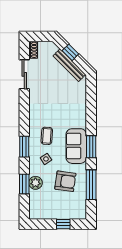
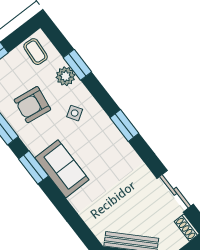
coffee table: (47, 136) -> (36, 52), moved
sofa: (76, 146) -> (62, 169), moved
window: (24, 147) -> (124, 126), moved

